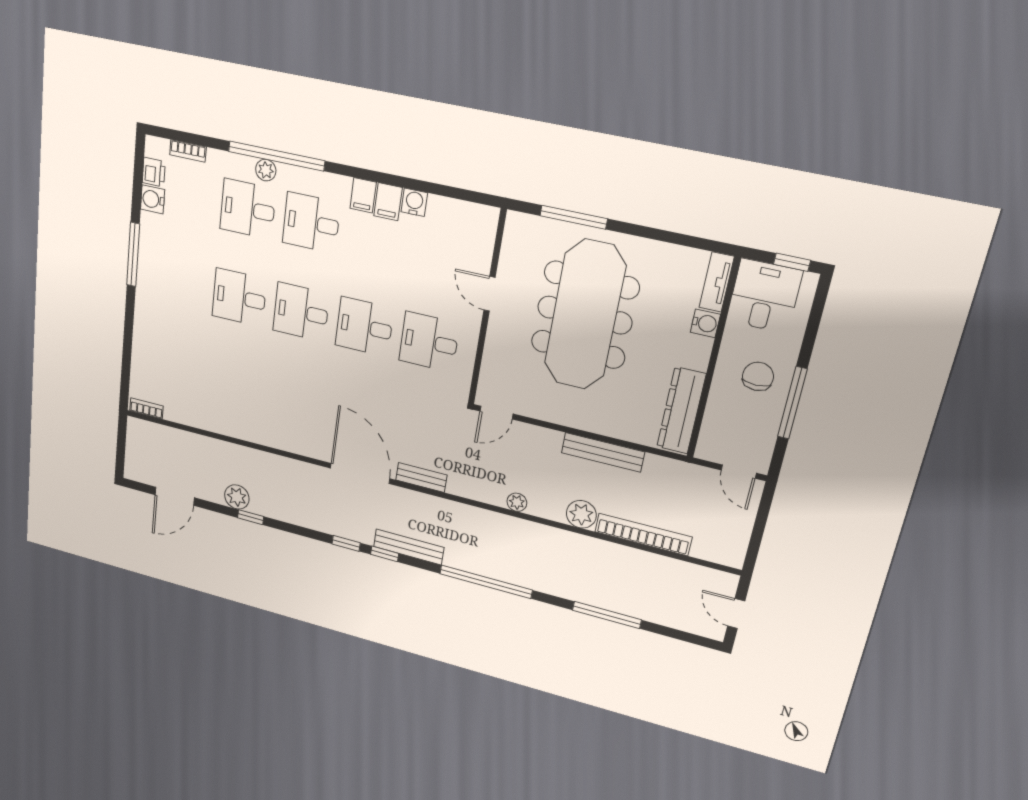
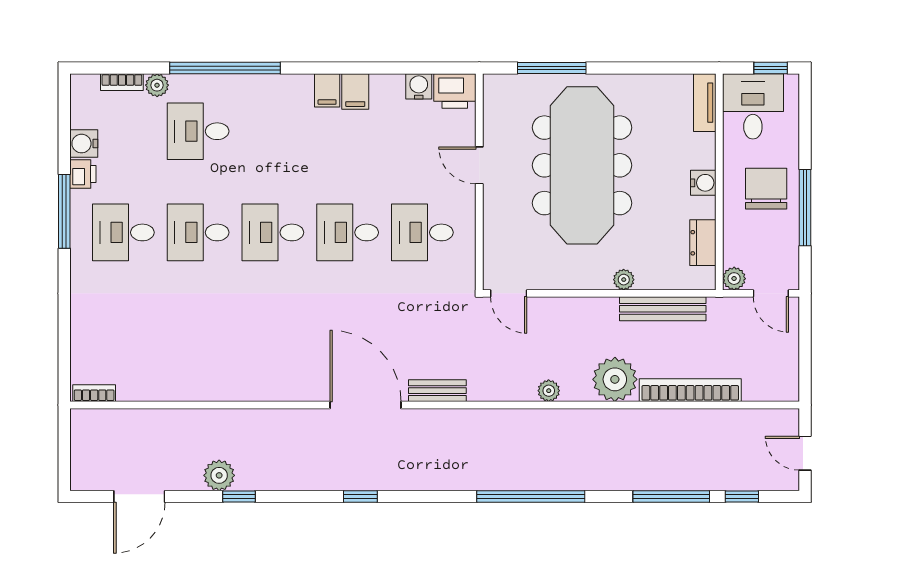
plant: (266, 170) -> (157, 85), moved
printer: (154, 172) -> (83, 174), moved
water cooler: (414, 202) -> (419, 86), moved
printer: (479, 220) -> (455, 91), added
desk: (311, 223) -> (123, 232), moved
water cooler: (705, 323) -> (703, 183), moved
chair: (758, 376) -> (766, 189), width x1.37, depth x1.37
dresser: (681, 411) -> (703, 243), width x0.51, depth x0.80
door: (497, 413) -> (509, 293), hinge flipped
plant: (603, 426) -> (624, 280), added
plant: (707, 450) -> (734, 279), added
bench: (603, 452) -> (663, 309), moved
plant: (581, 514) -> (615, 379), width x1.36, depth x1.36
bench: (409, 547) -> (435, 479), removed
window: (385, 554) -> (742, 496), moved

